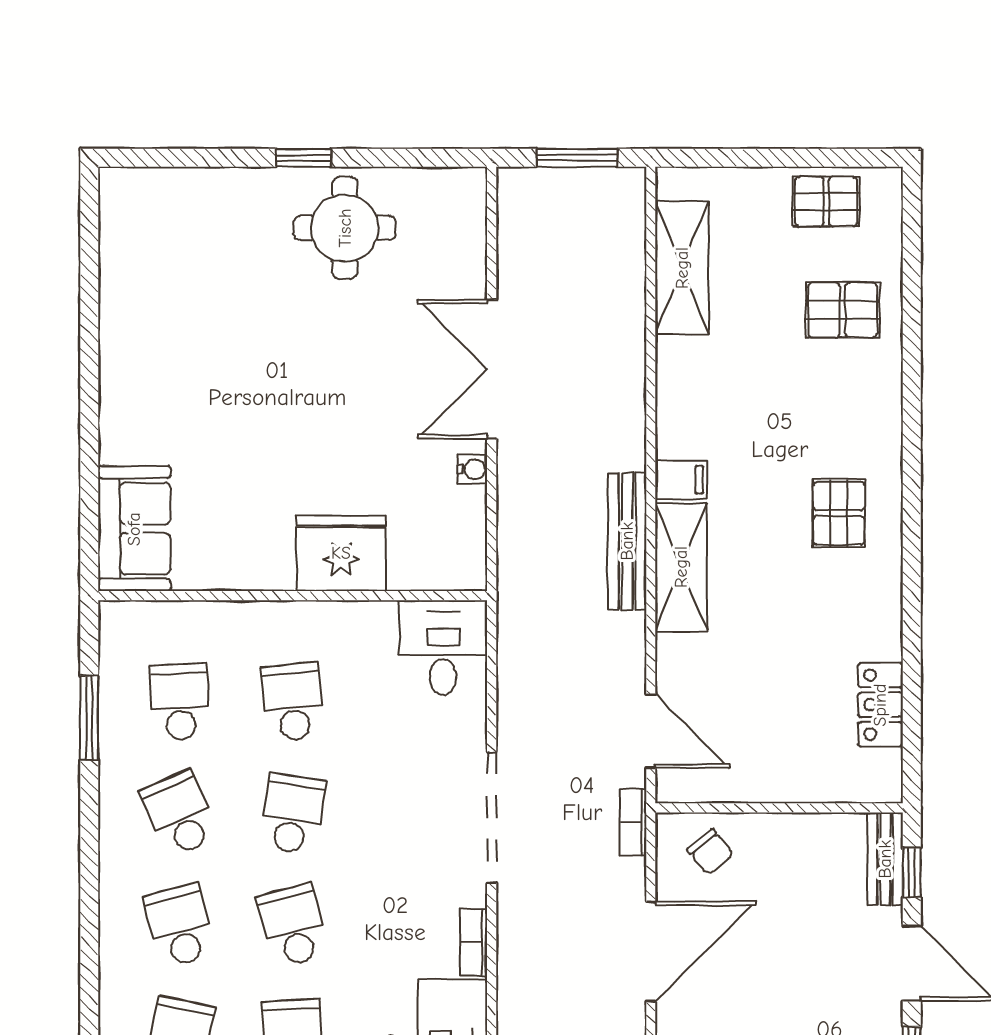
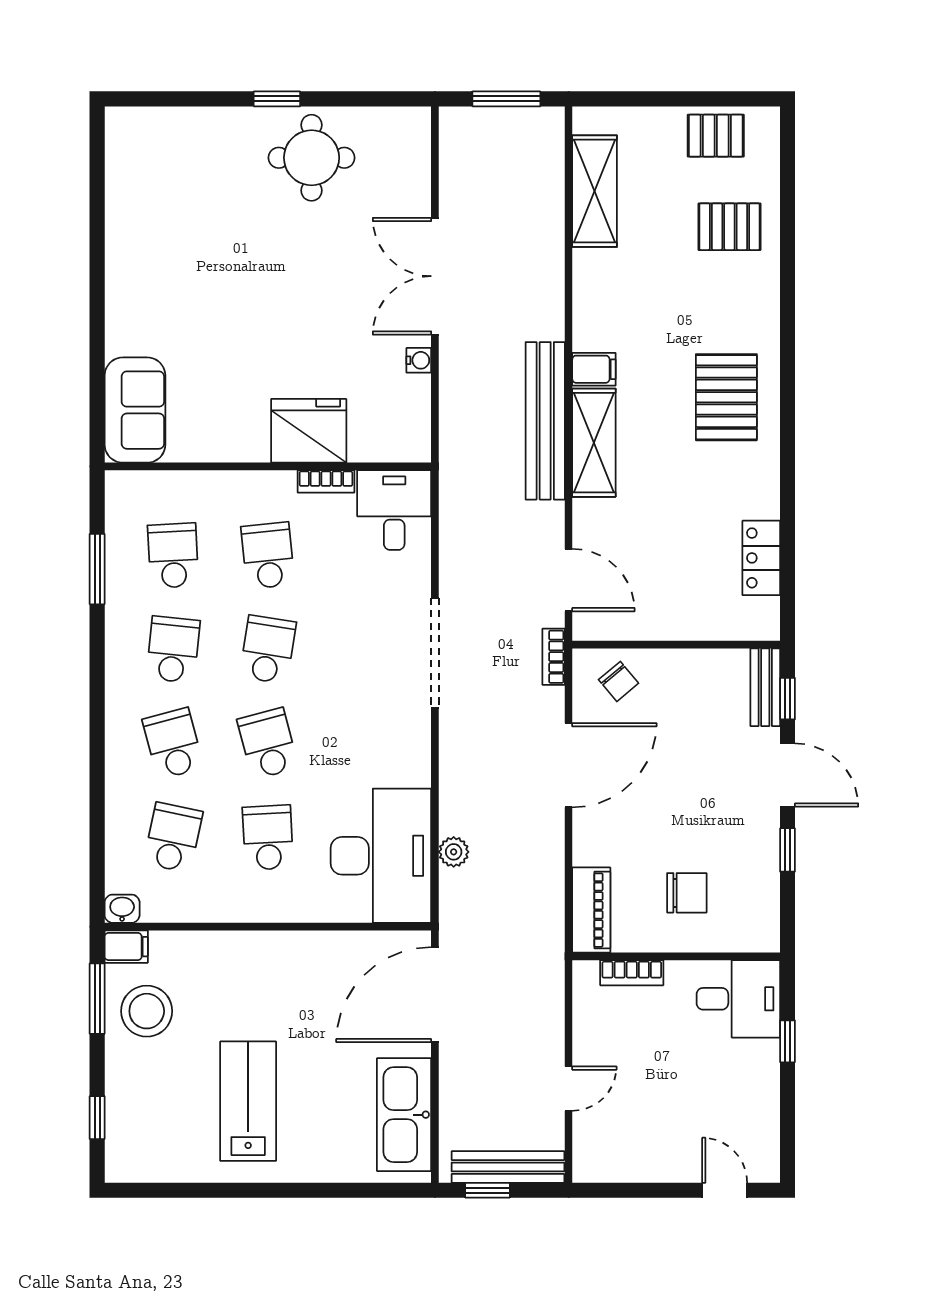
pallet: (839, 513) -> (726, 397), width x1.50, depth x1.42
bench: (627, 541) -> (545, 421), width x1.37, depth x1.21
school desk: (180, 814) -> (173, 650), turned 30
bookcase: (474, 942) -> (326, 481), moved, turned -90

